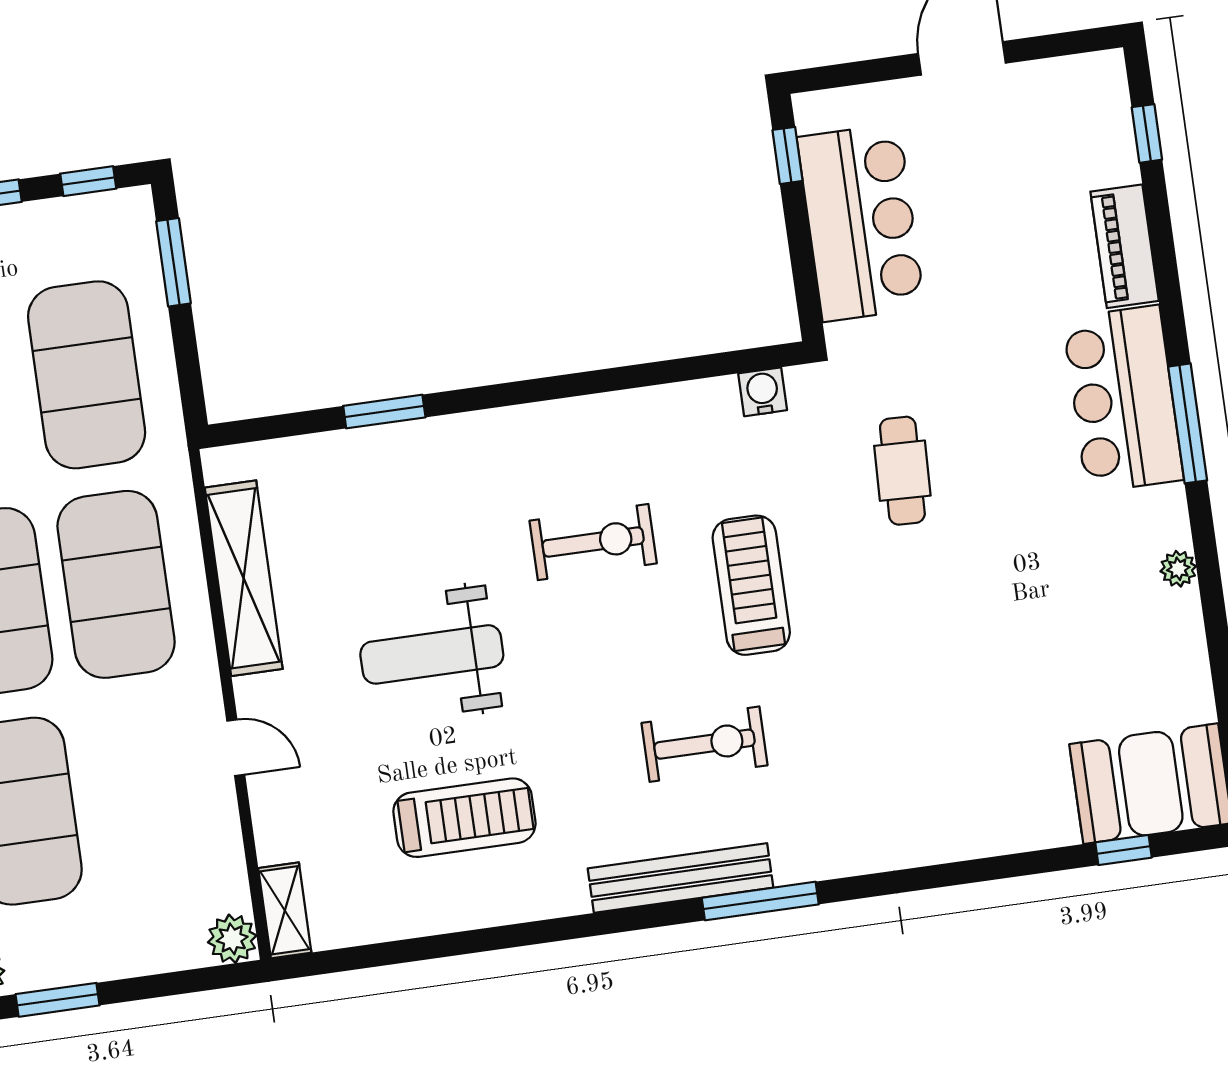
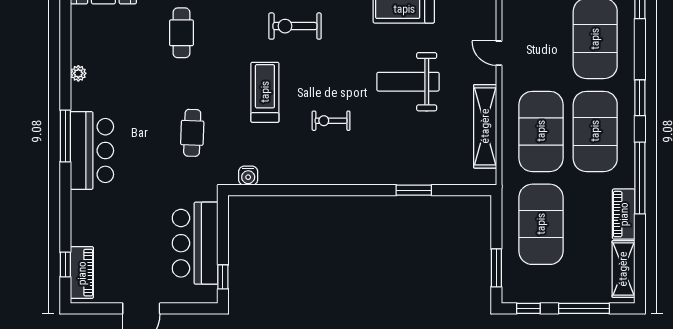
piano: (1125, 246) -> (82, 273), moved
exercise bike: (593, 542) -> (331, 121), width x0.73, depth x0.72
treadmill: (751, 585) -> (265, 92), turned 180
weight bench: (432, 654) -> (408, 82), turned 180
cafe table: (958, 693) -> (181, 33), added

